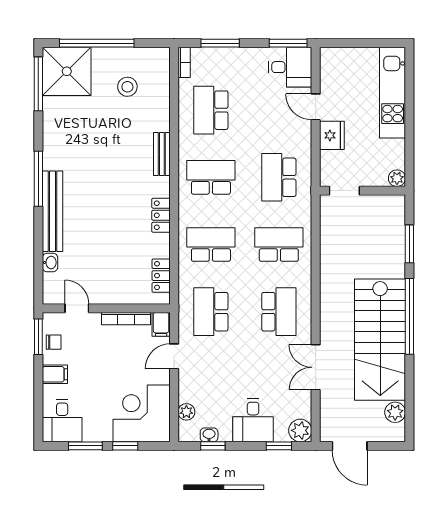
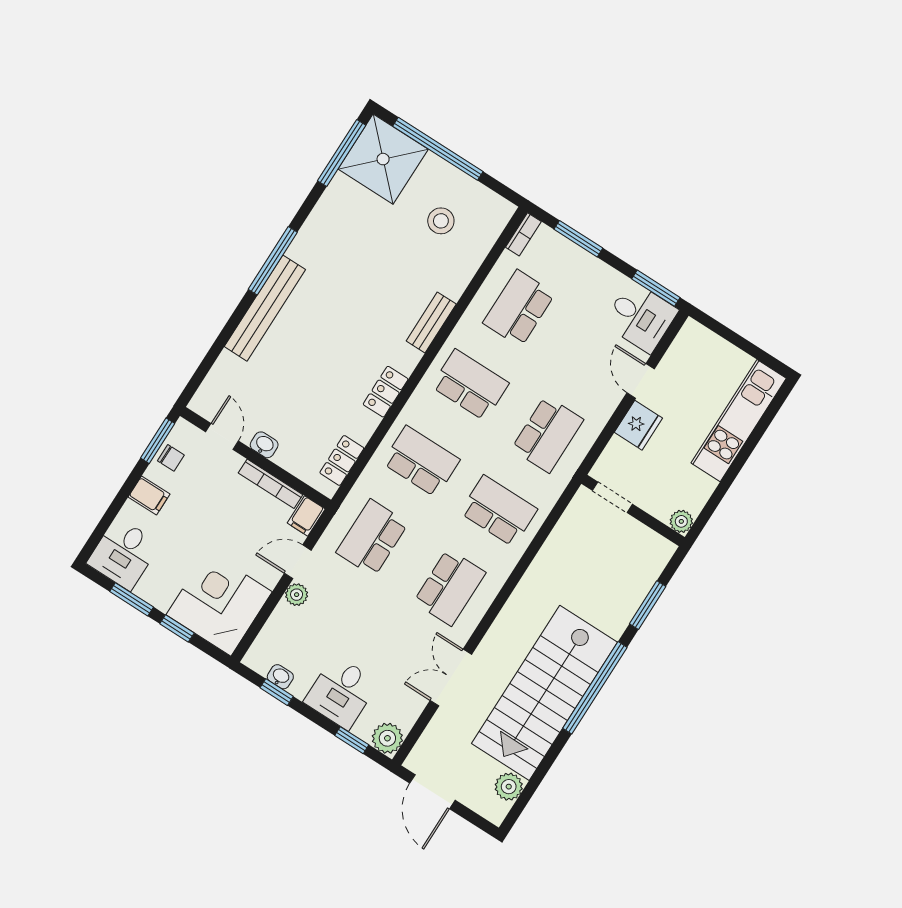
school desk: (279, 177) -> (547, 434), turned 180
washbasin: (50, 262) -> (264, 445), moved, turned -90
plant: (186, 412) -> (297, 595), moved

